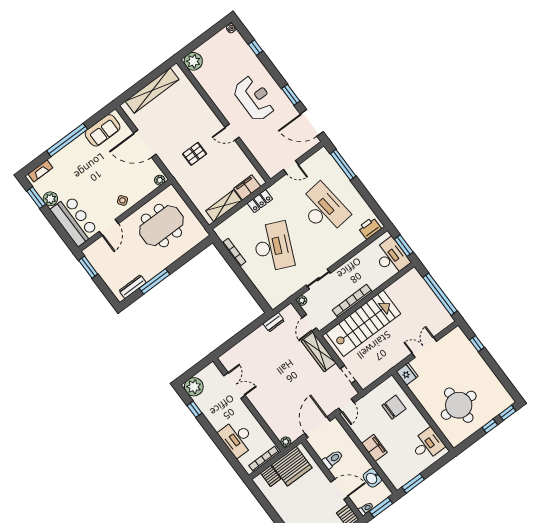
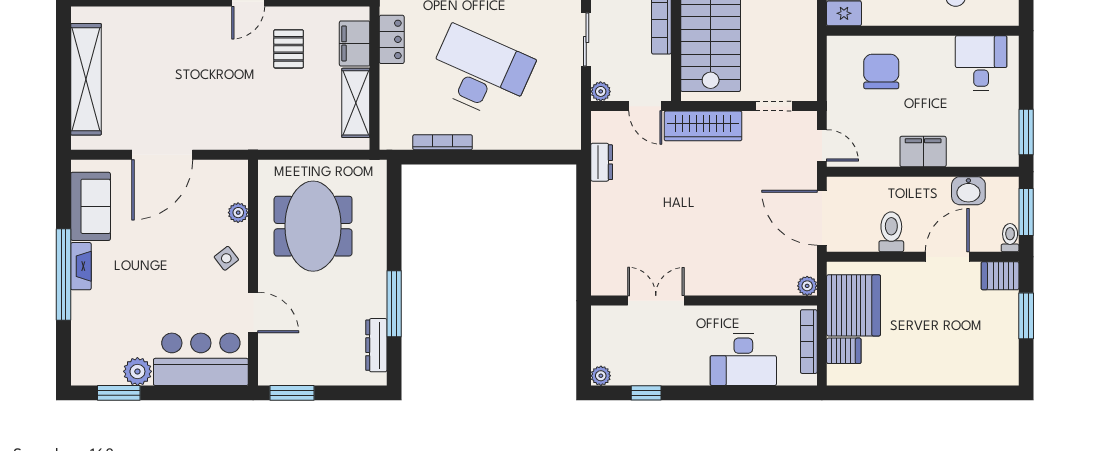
pallet: (195, 154) -> (289, 49), moved
fireplace: (40, 171) -> (81, 266), moved
plant: (160, 180) -> (238, 213), moved
plant: (194, 387) -> (601, 376), width x0.53, depth x0.53

